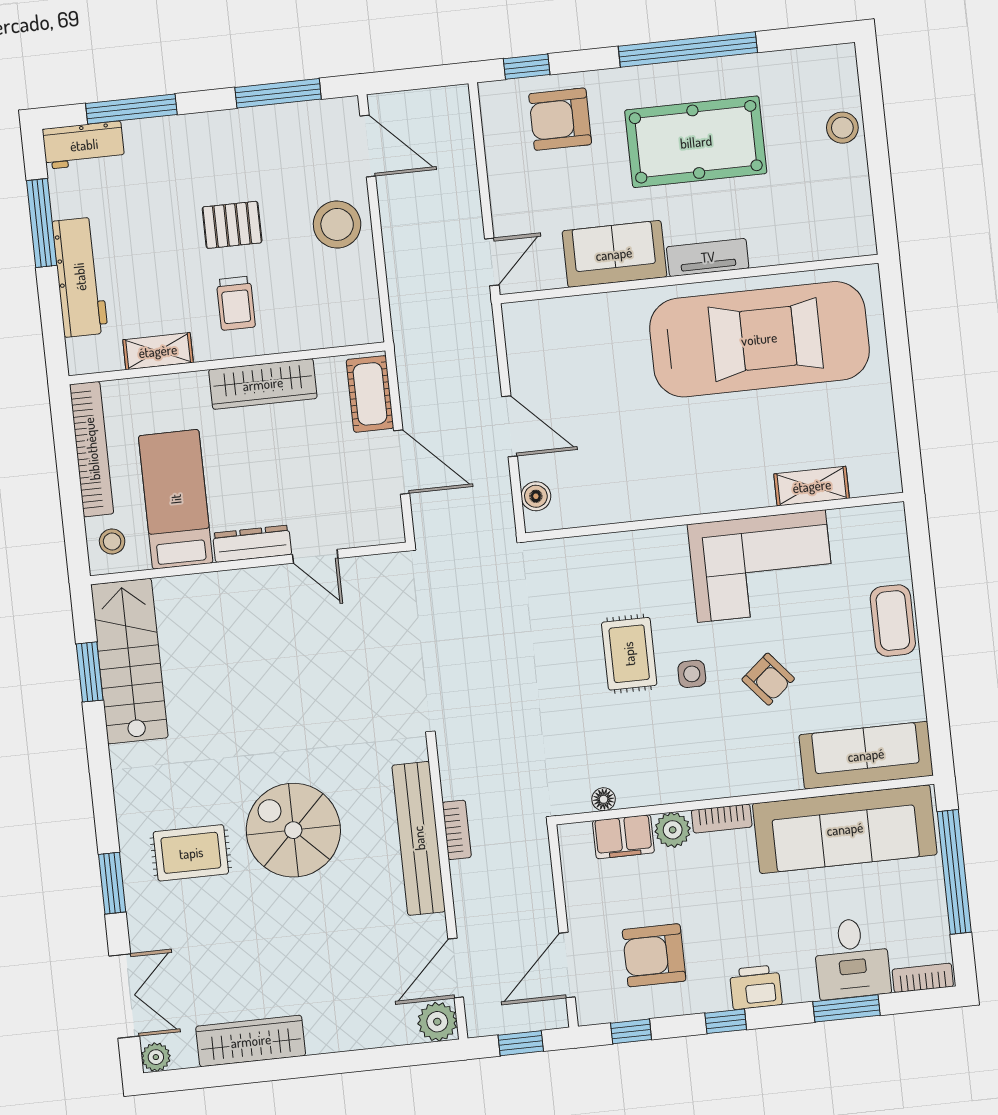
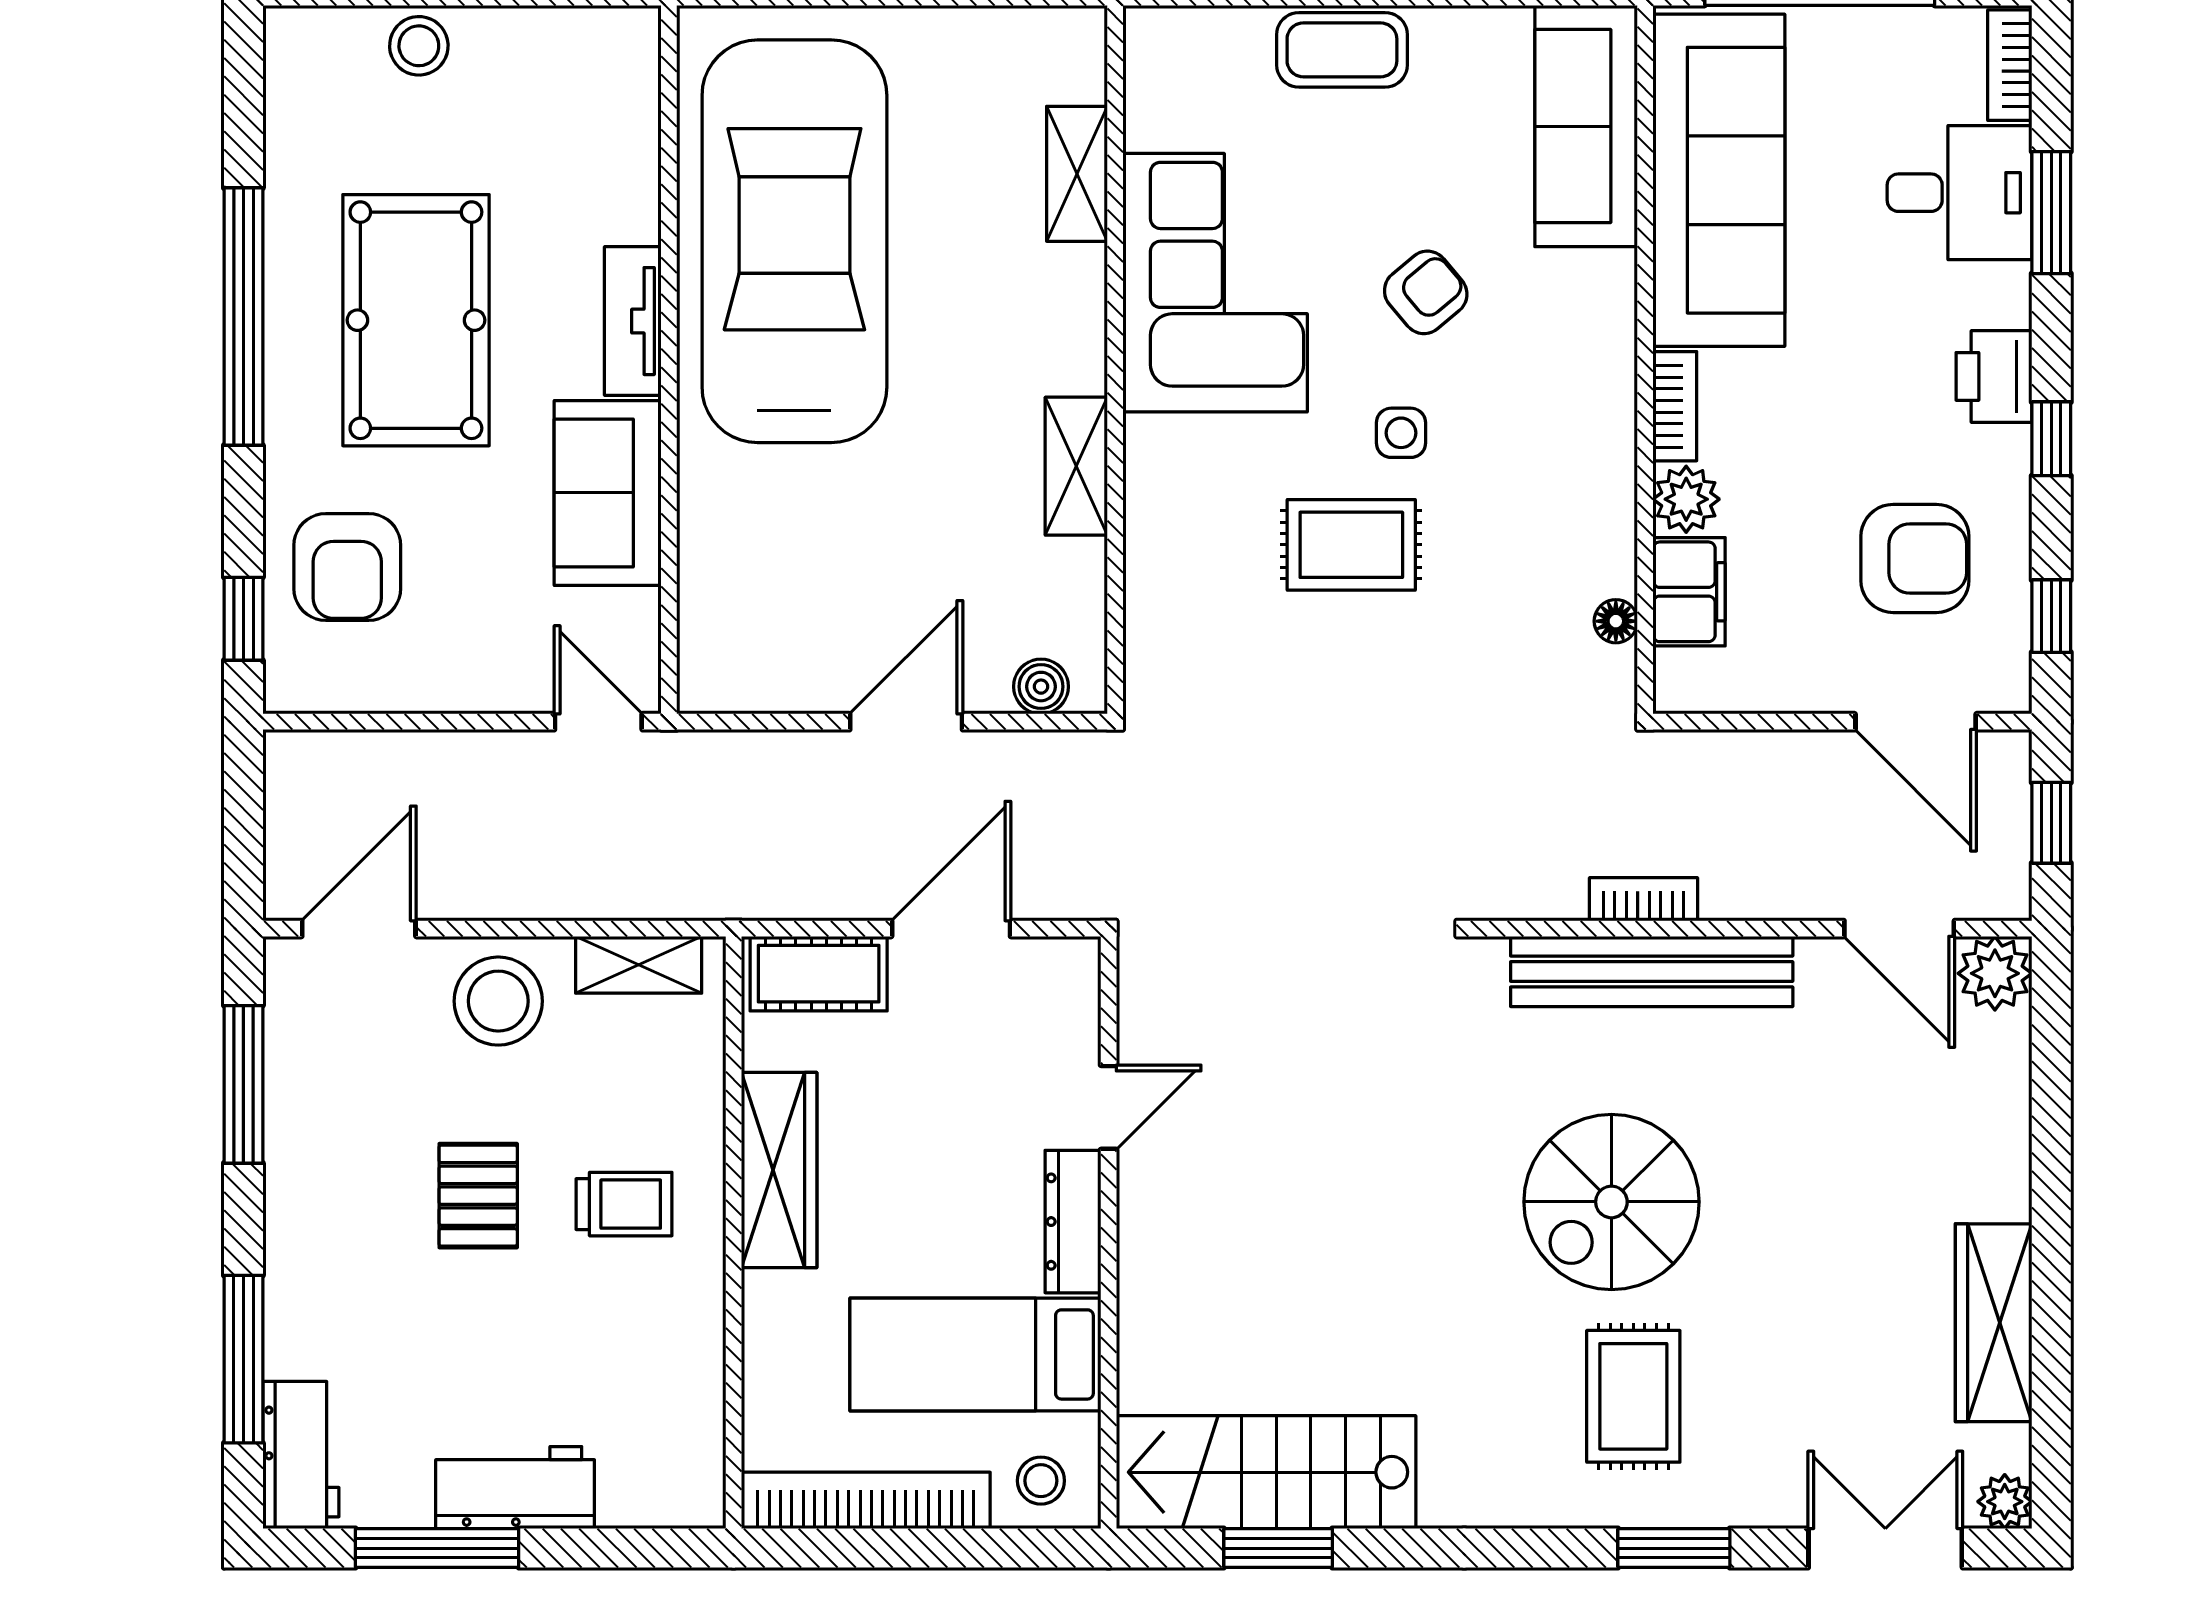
workbench: (80, 277) -> (515, 1488), width x0.73
shelving: (158, 351) -> (639, 965), moved, turned 90
shelving: (656, 502) -> (1076, 466), added
armchair: (654, 955) -> (1915, 558), turned -90

